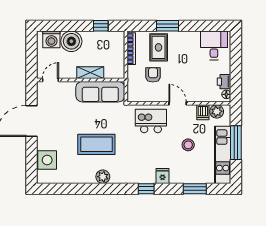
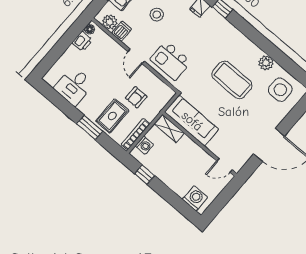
boiler: (71, 41) -> (180, 183), removed
desk: (214, 45) -> (74, 86), moved
washing machine: (119, 46) -> (144, 145), added
shelving: (90, 73) -> (169, 128), moved
side table: (47, 160) -> (280, 90), moved
plant: (103, 177) -> (266, 63), moved

